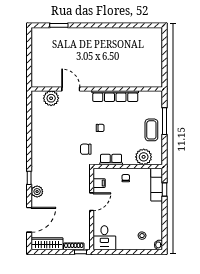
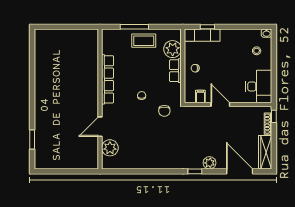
row of seats: (111, 160) -> (175, 71), moved
desk: (104, 238) -> (259, 86), width x1.37

